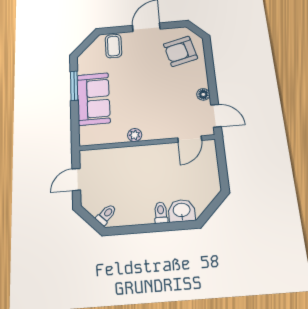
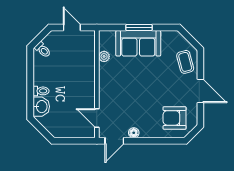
coffee table: (113, 46) -> (185, 62), turned 75
armchair: (180, 51) -> (175, 118), turned -76
window: (74, 86) -> (139, 28), moved
plant: (135, 135) -> (104, 56), moved

